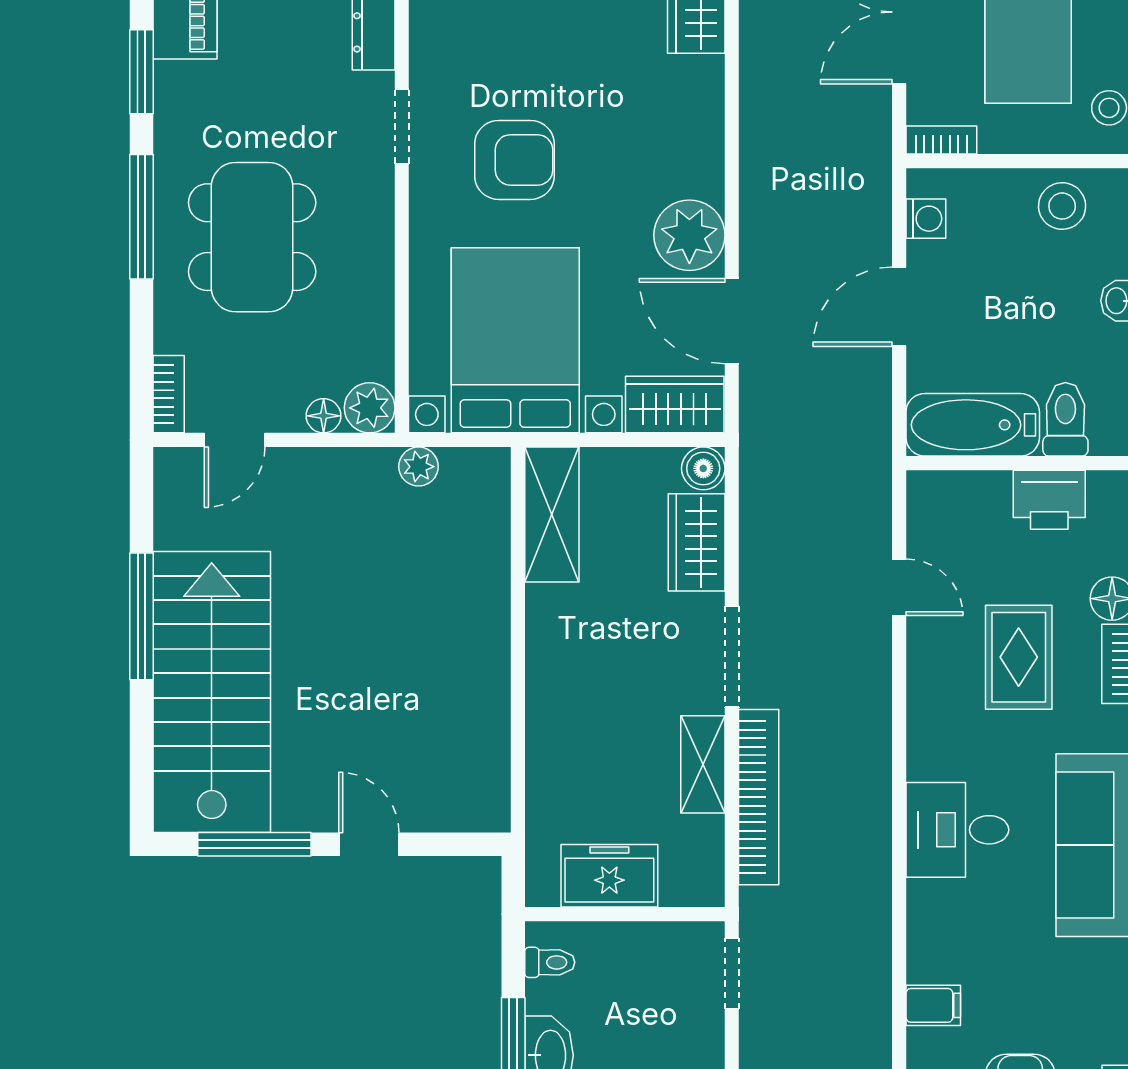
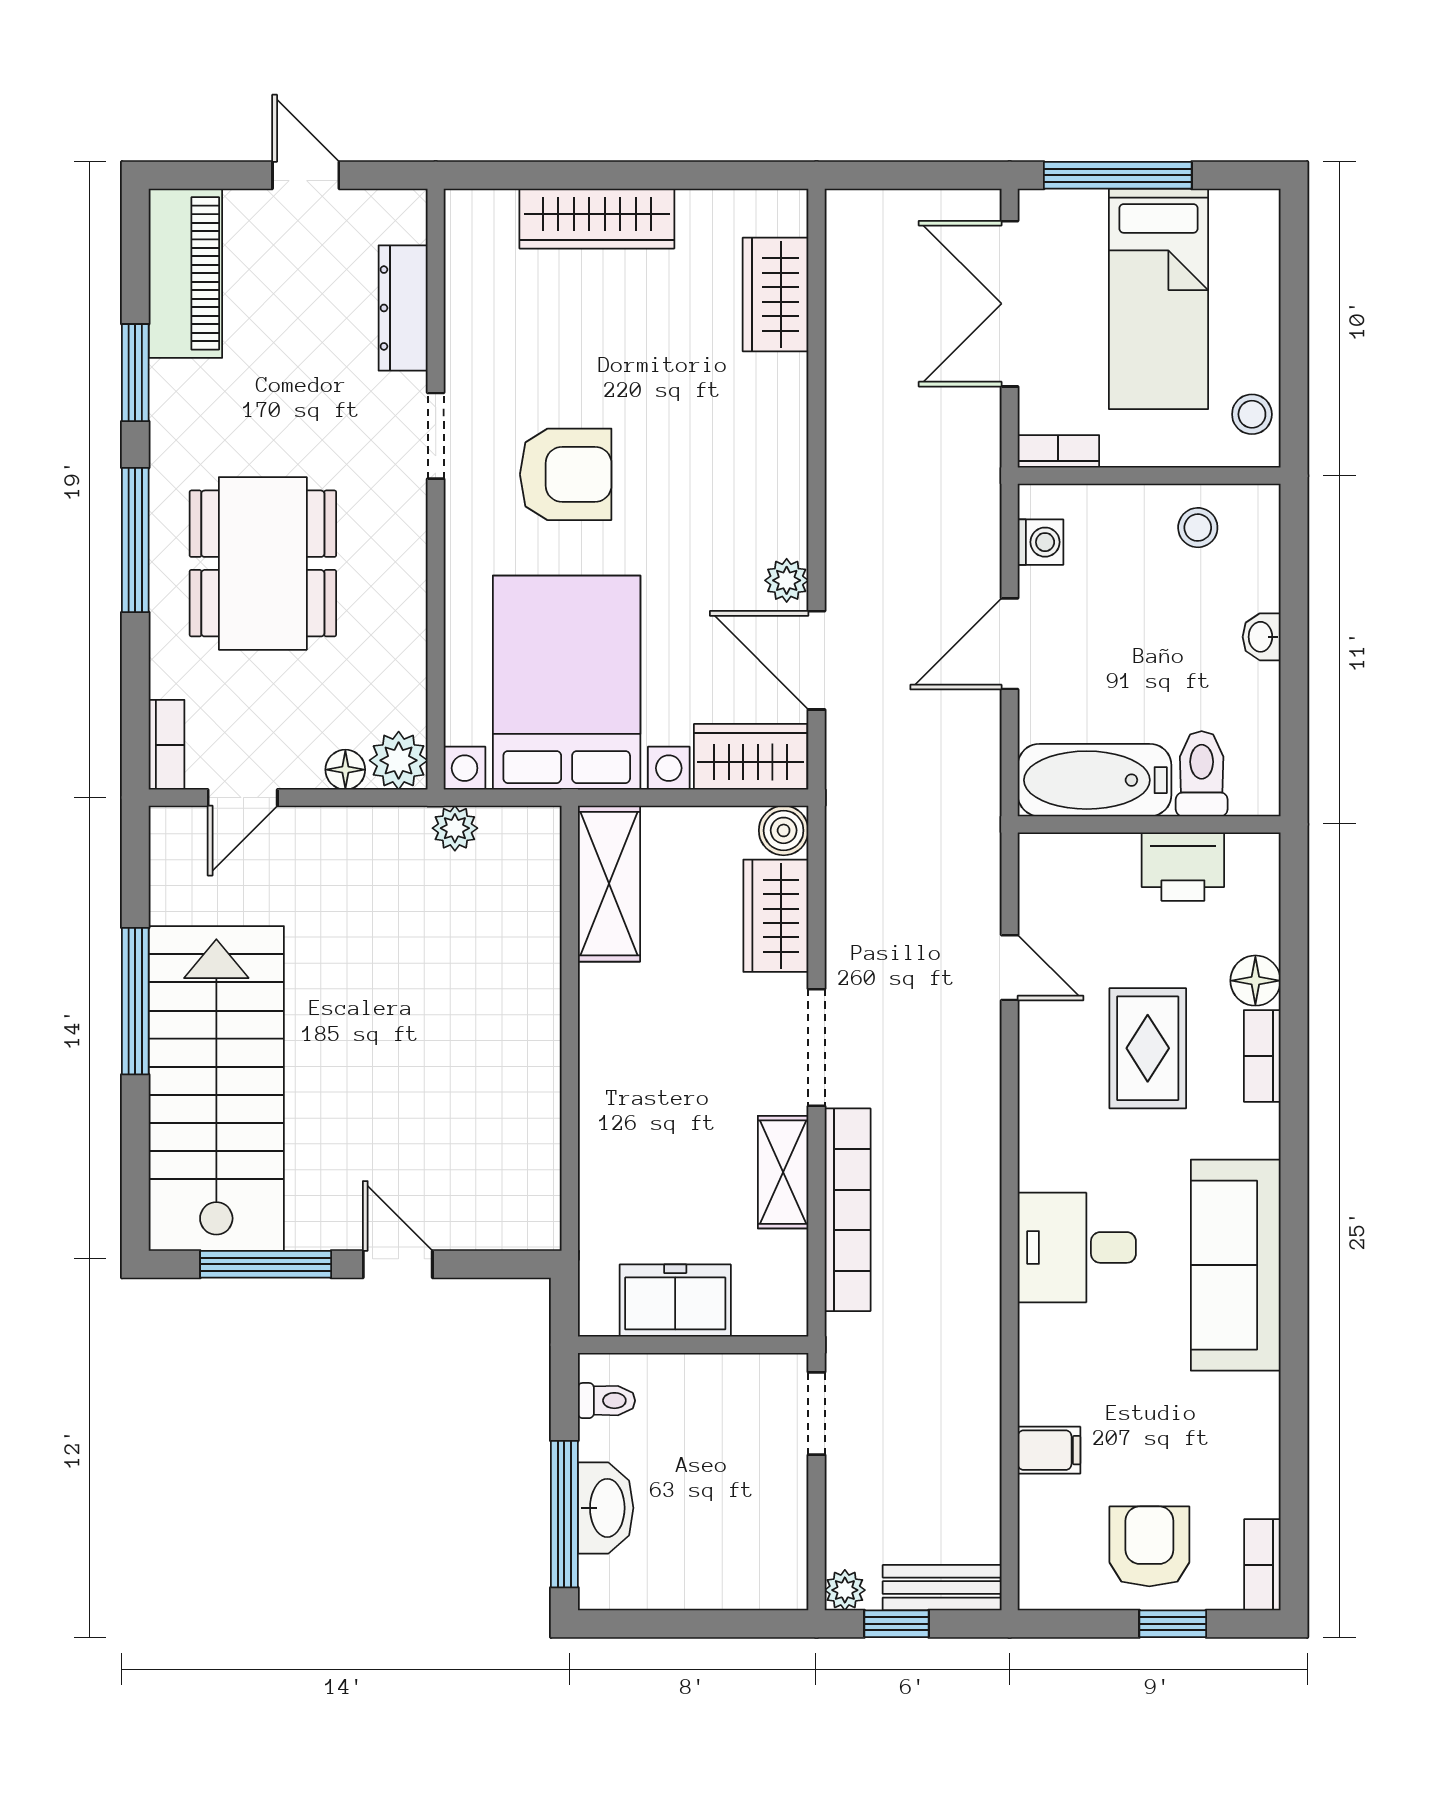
stool: (1062, 206) -> (1198, 528), width x0.73, depth x0.73
plant: (689, 235) -> (787, 580), width x0.53, depth x0.53

